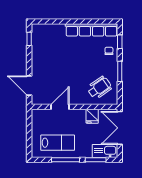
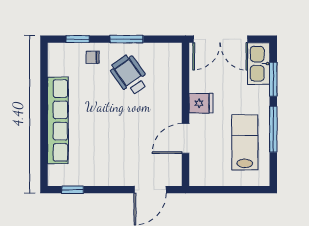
row of seats: (92, 30) -> (58, 120), moved
wheelchair: (99, 88) -> (129, 75), moved
door: (60, 107) -> (186, 138), hinge flipped
fridge: (92, 116) -> (201, 103), moved

